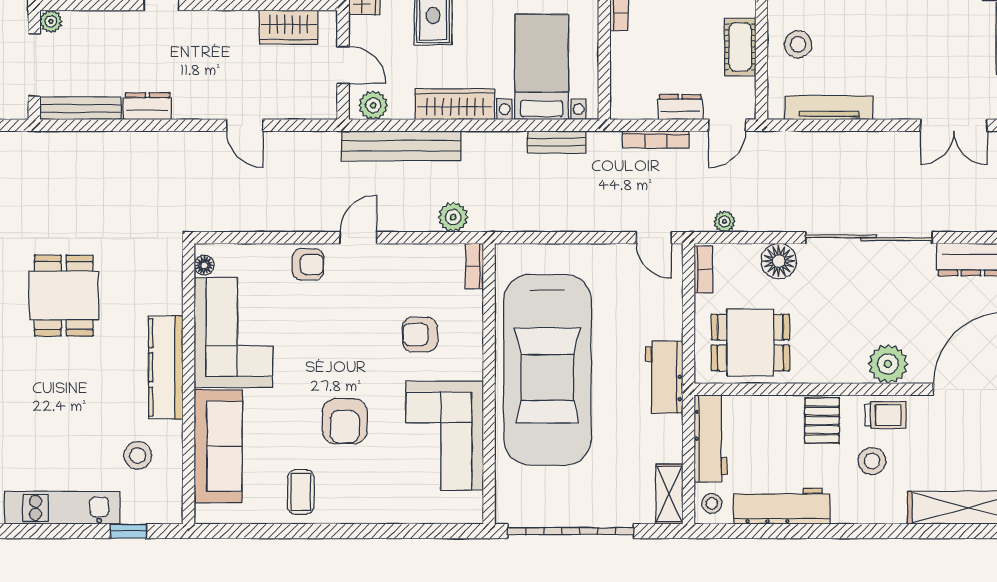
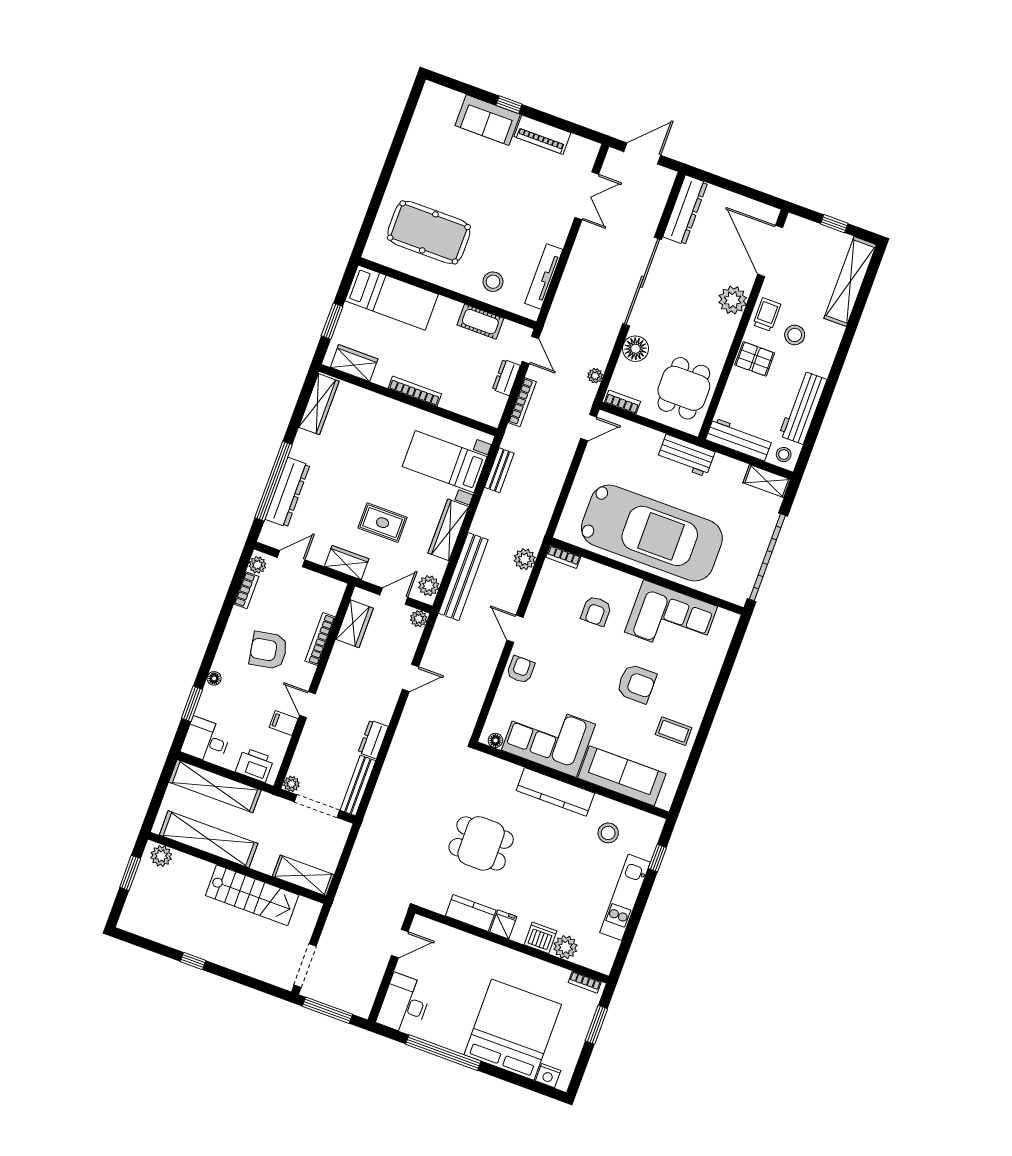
plant: (326, 108) -> (419, 619), added

